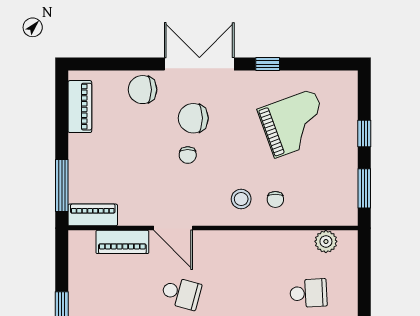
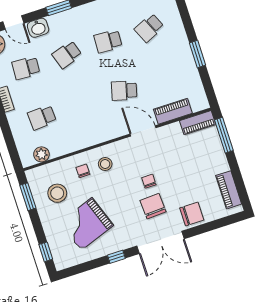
chair: (193, 118) -> (153, 206), turned -93
window: (364, 134) -> (46, 252), moved
stool: (322, 180) -> (57, 193), added

